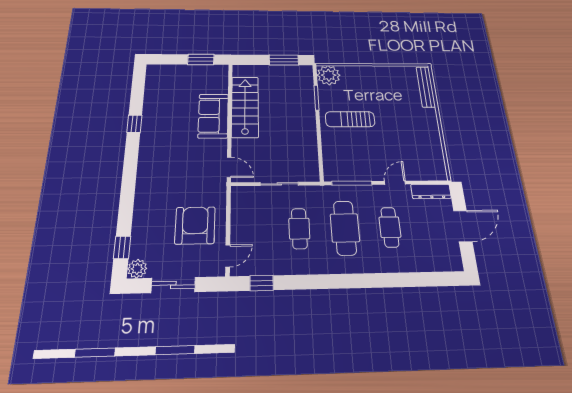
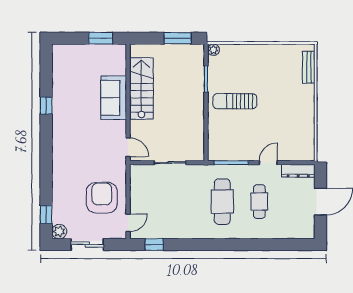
plant: (329, 75) -> (213, 50), width x0.53, depth x0.53
bench: (426, 87) -> (309, 67), width x0.73
cafe table: (299, 229) -> (185, 202), removed

